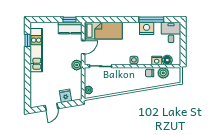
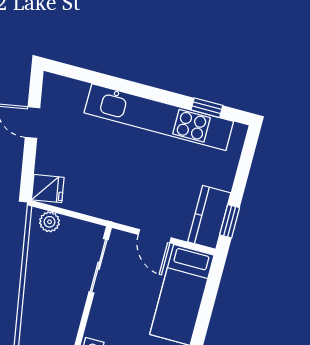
kitchen unit: (36, 50) -> (159, 117), width x1.36
plant: (77, 65) -> (117, 209), removed
fridge: (65, 96) -> (48, 189), moved

